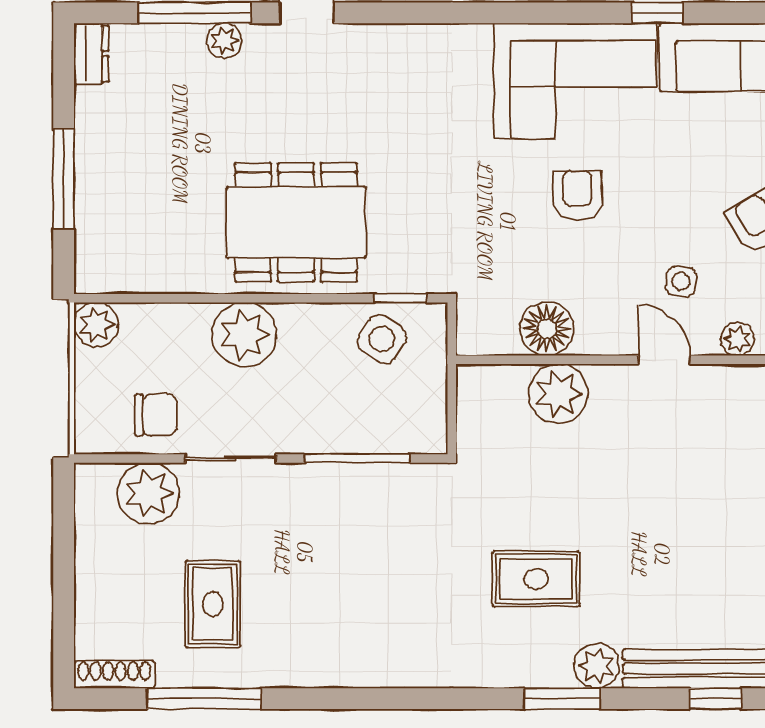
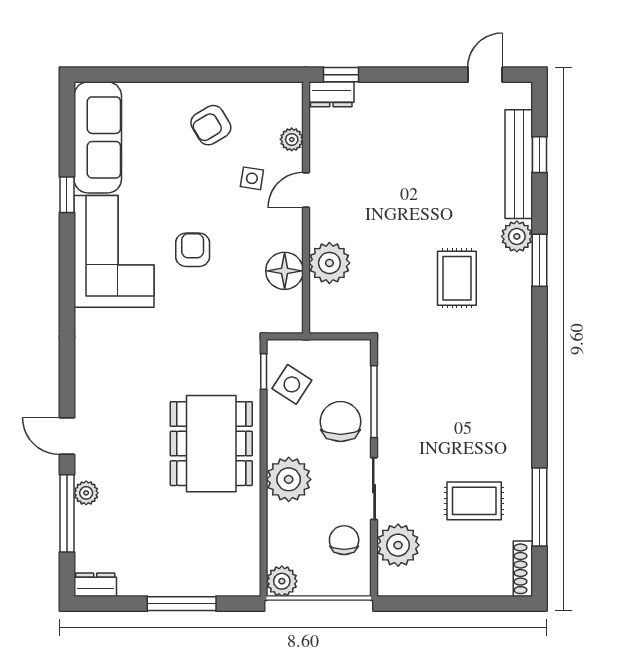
armchair: (577, 195) -> (193, 250), turned 90
chair: (328, 410) -> (341, 422), added

